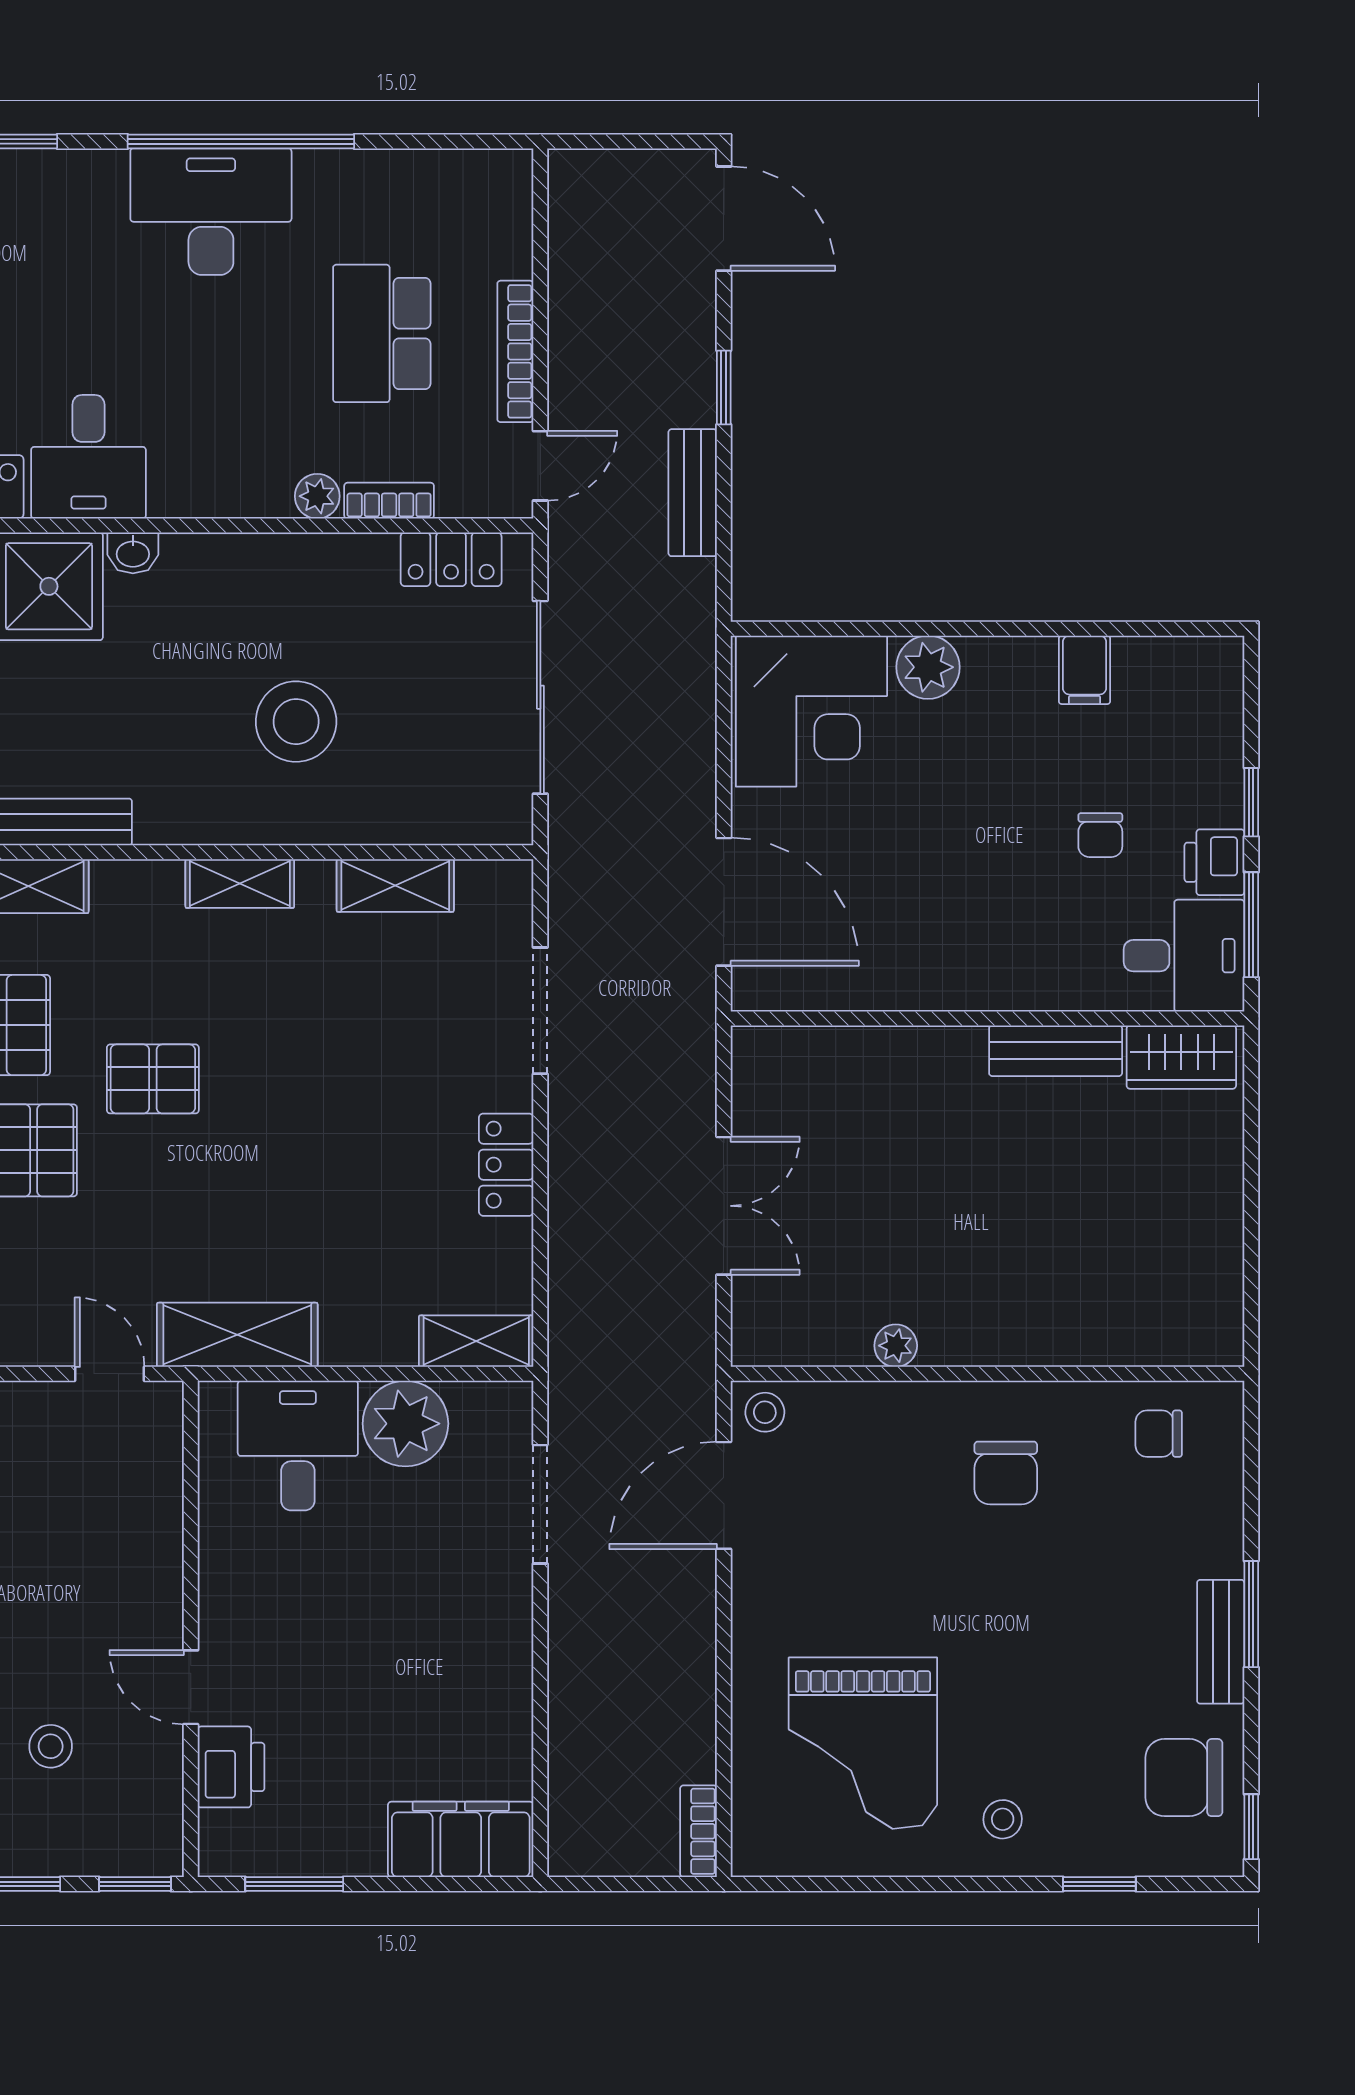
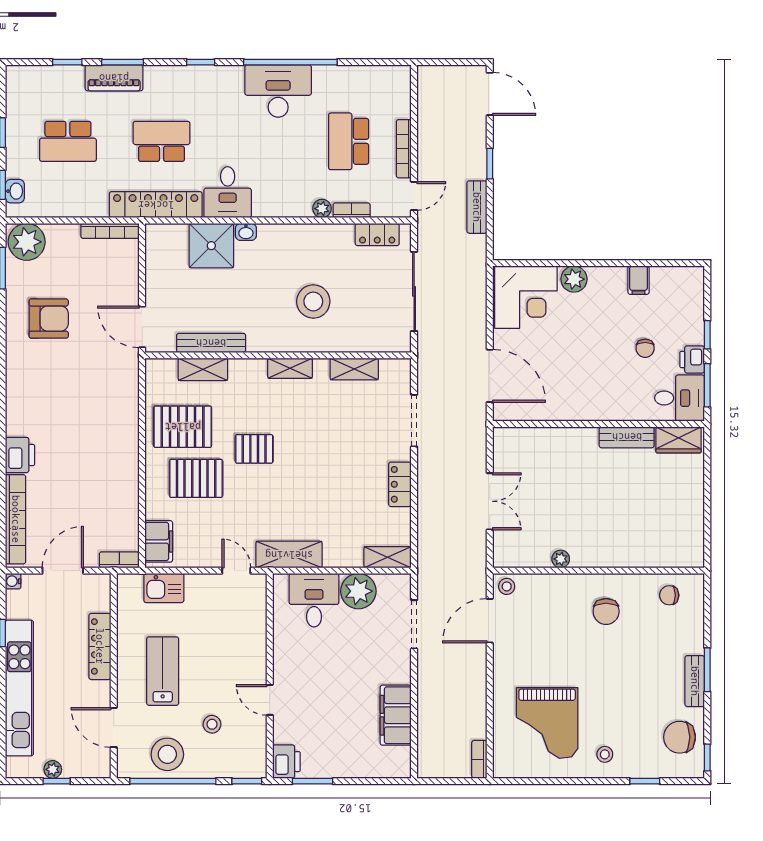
printer: (231, 1767) -> (286, 762), moved
filing cabinet: (461, 1839) -> (396, 715), moved, turned -90

